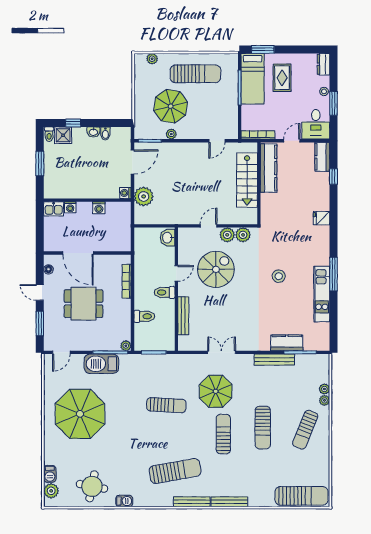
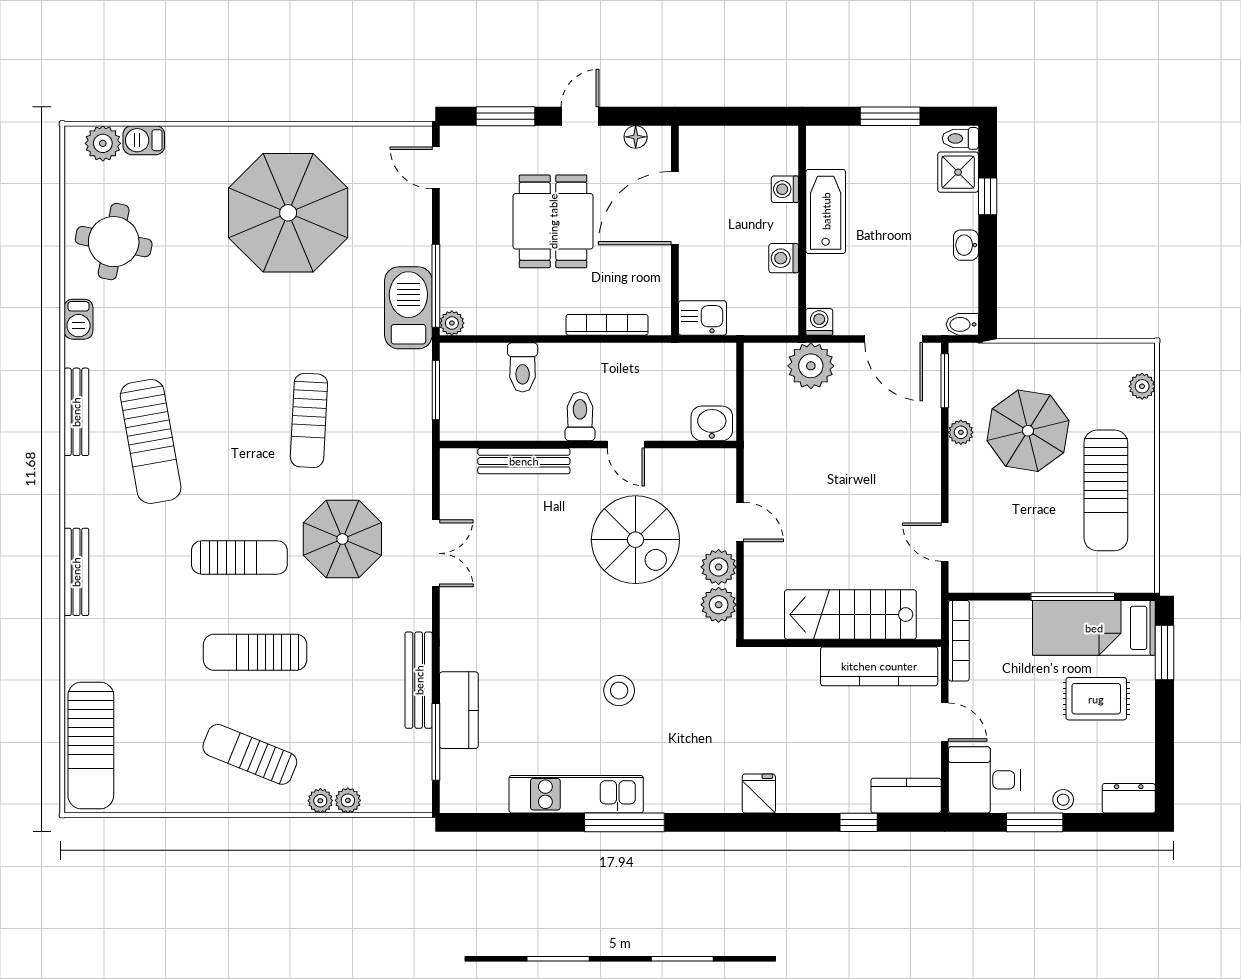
bidet: (105, 134) -> (962, 324), moved
bathtub: (79, 190) -> (826, 211), added
kitchen sink: (54, 209) -> (702, 318), moved, turned 90
barbecue: (101, 364) -> (408, 308), moved
bench: (192, 502) -> (76, 412), moved

